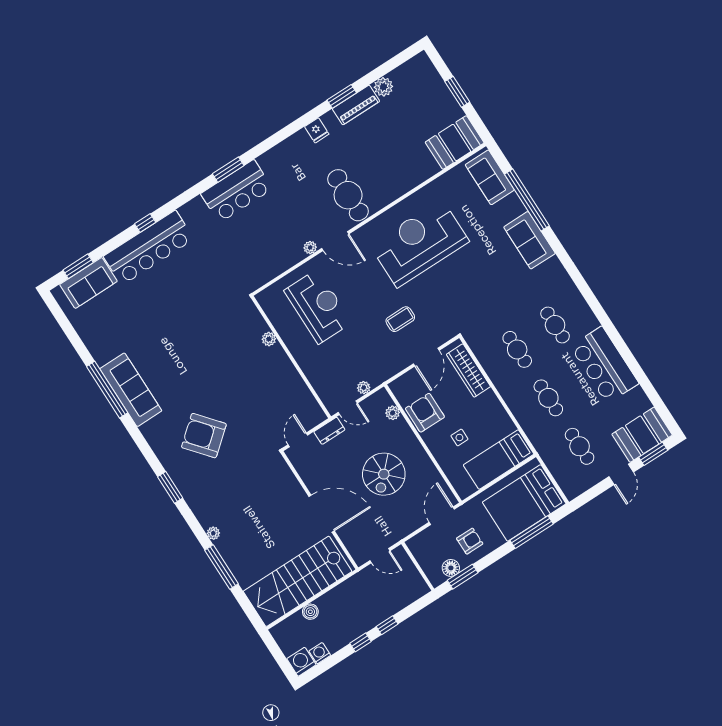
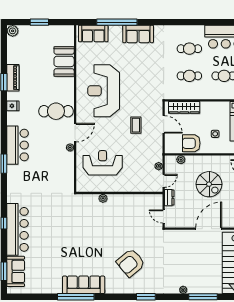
plant: (383, 87) -> (13, 31), moved
booth: (455, 143) -> (64, 61), moved
bar counter: (237, 191) -> (18, 145), moved

